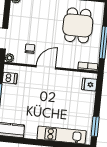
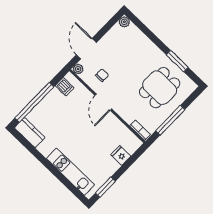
door: (46, 67) -> (103, 102), swing flipped
fridge: (89, 85) -> (121, 155), moved

